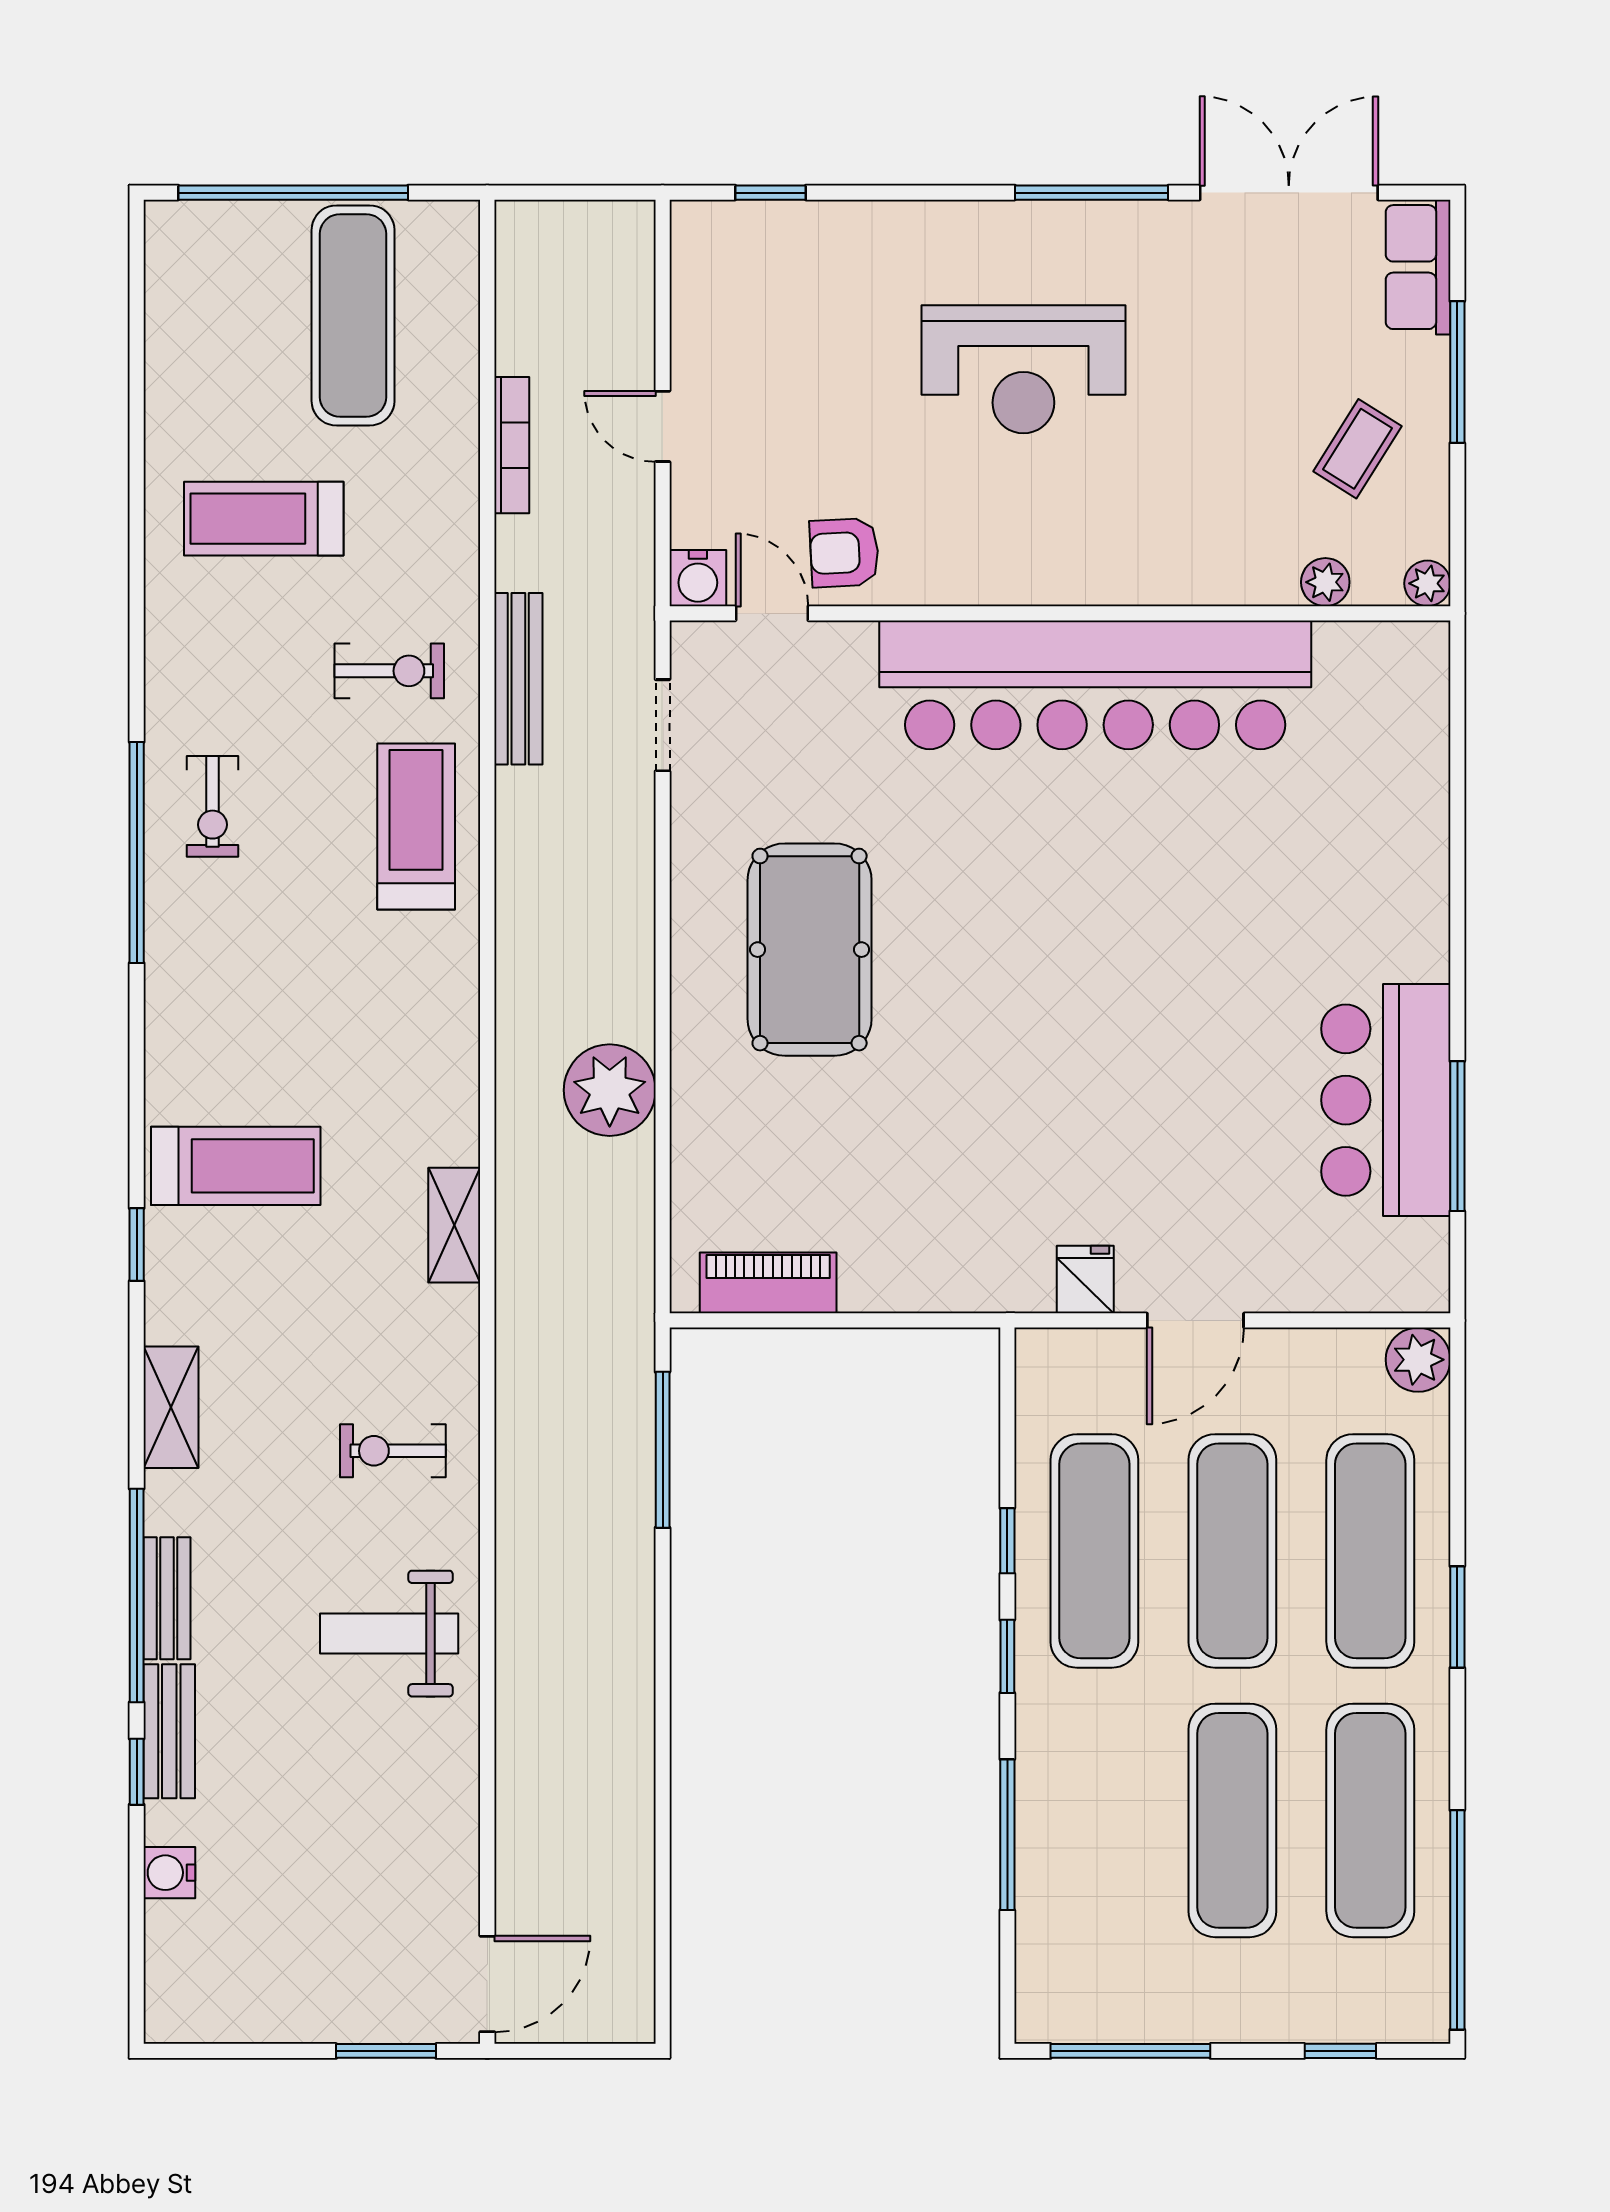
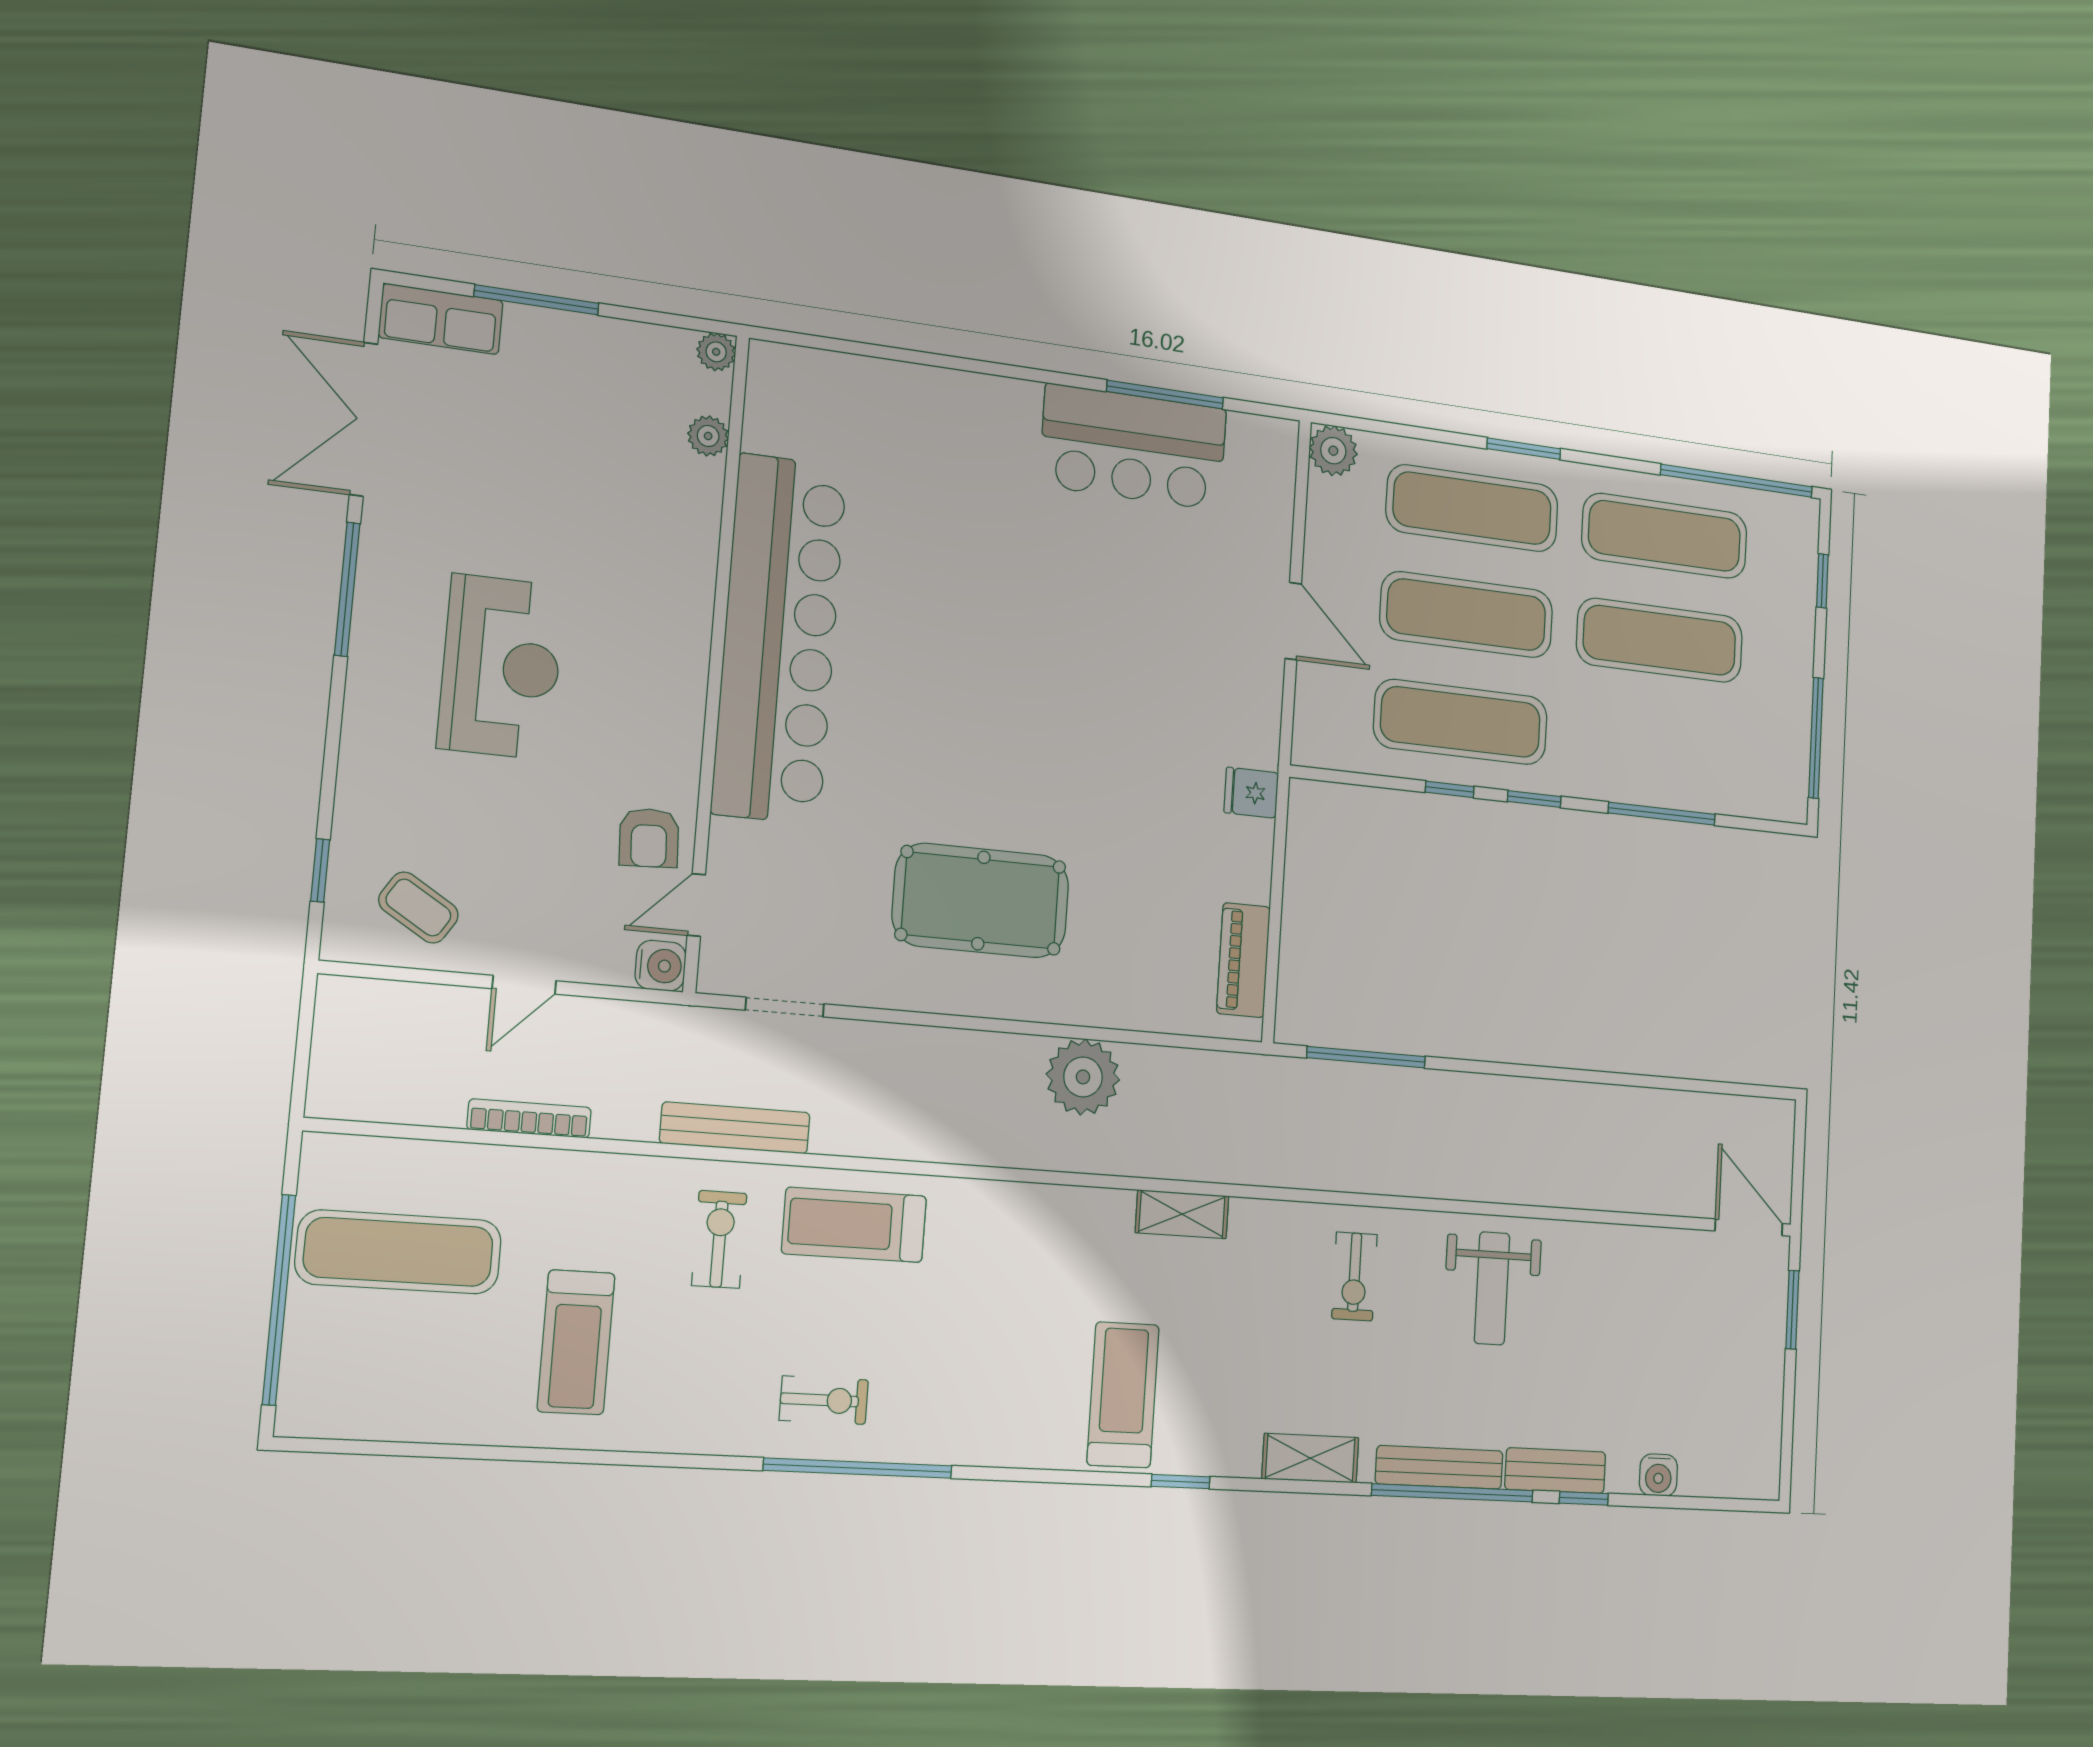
coffee table: (1357, 449) -> (418, 908), moved
fridge: (1085, 1280) -> (1251, 793), moved
bench: (167, 1598) -> (1439, 1467), width x1.36

